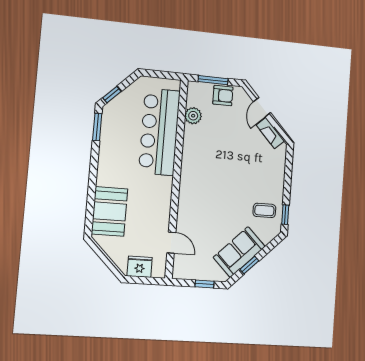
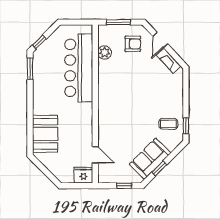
armchair: (223, 96) -> (133, 44), moved
fridge: (140, 267) -> (83, 175), moved

